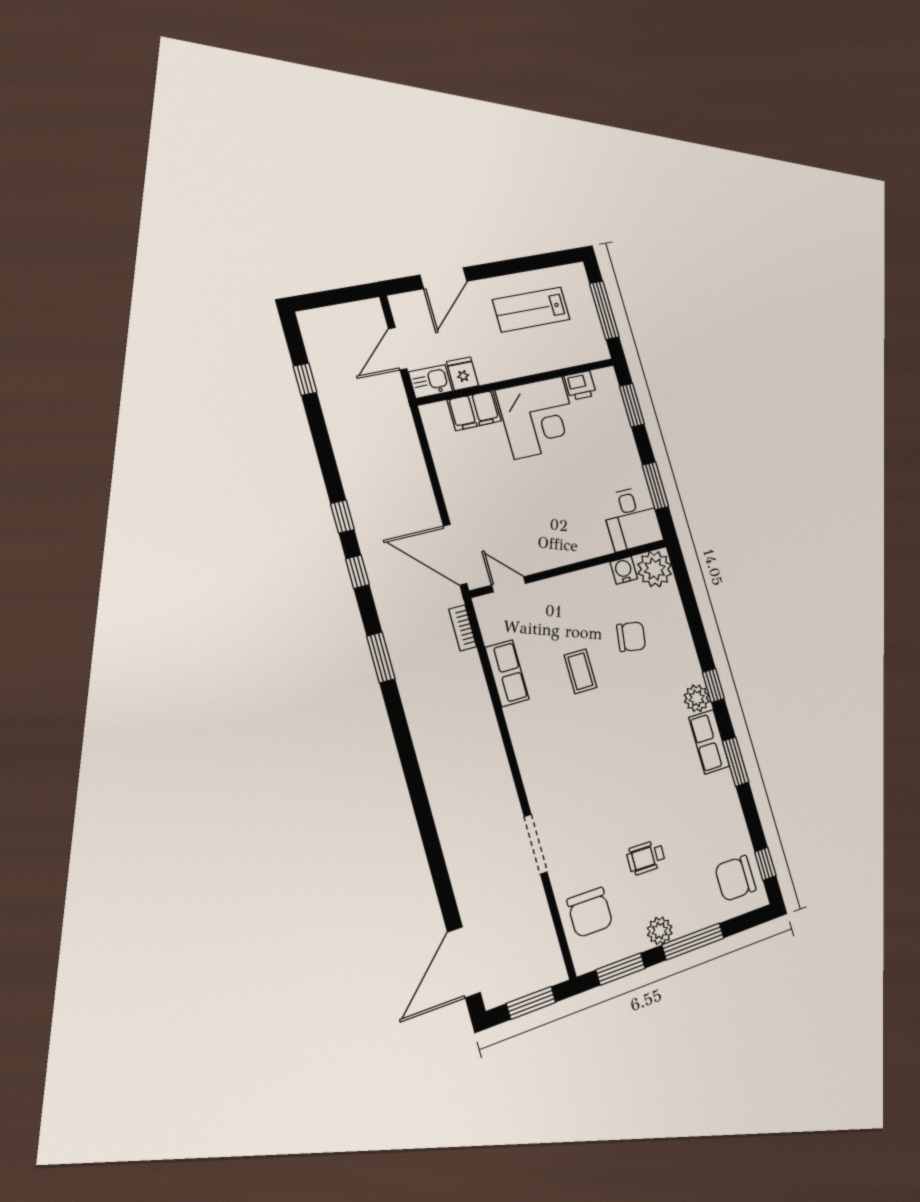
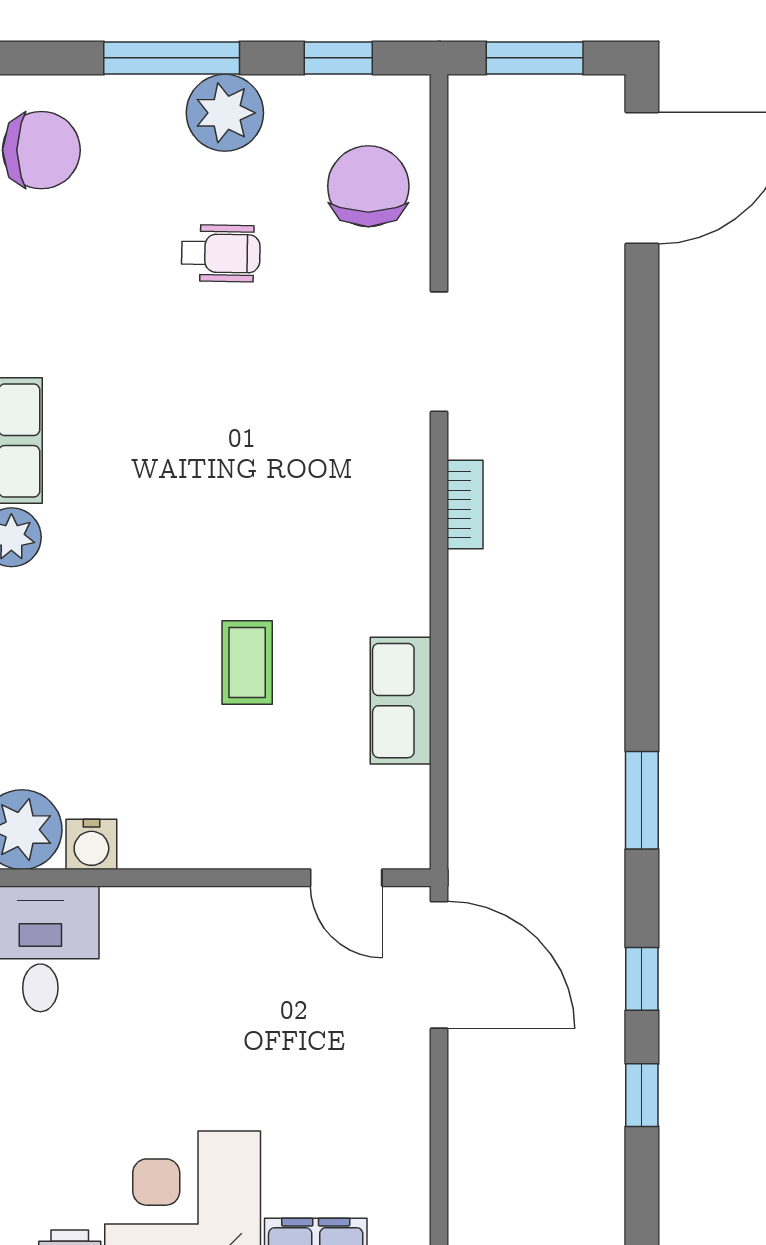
bookcase: (463, 628) -> (465, 504), moved
chair: (631, 637) -> (117, 703), removed
plant: (660, 931) -> (225, 113), width x1.36, depth x1.36
window: (621, 969) -> (338, 58), width x0.67

